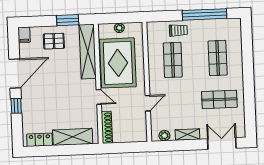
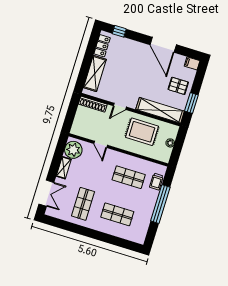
window: (204, 14) -> (160, 204), moved
trolley: (178, 30) -> (156, 182), moved
pallet: (54, 41) -> (178, 86), turned 90
rug: (118, 63) -> (142, 132), width x0.73, depth x0.69
window: (16, 106) -> (119, 31), moved
plant: (164, 136) -> (73, 150), width x1.88, depth x1.88

